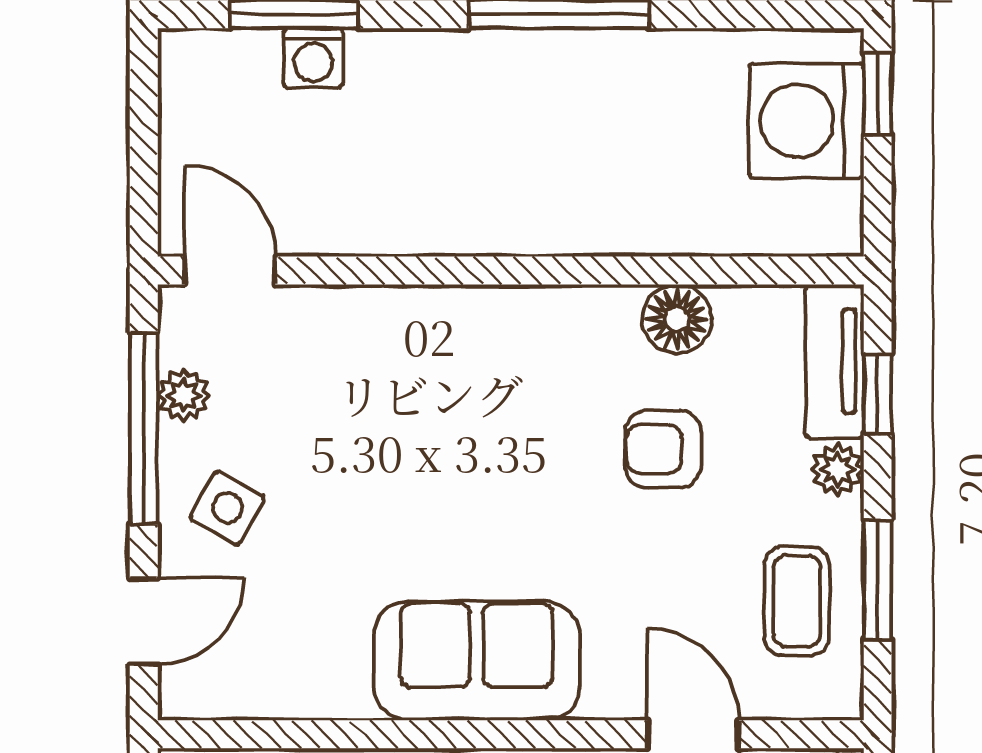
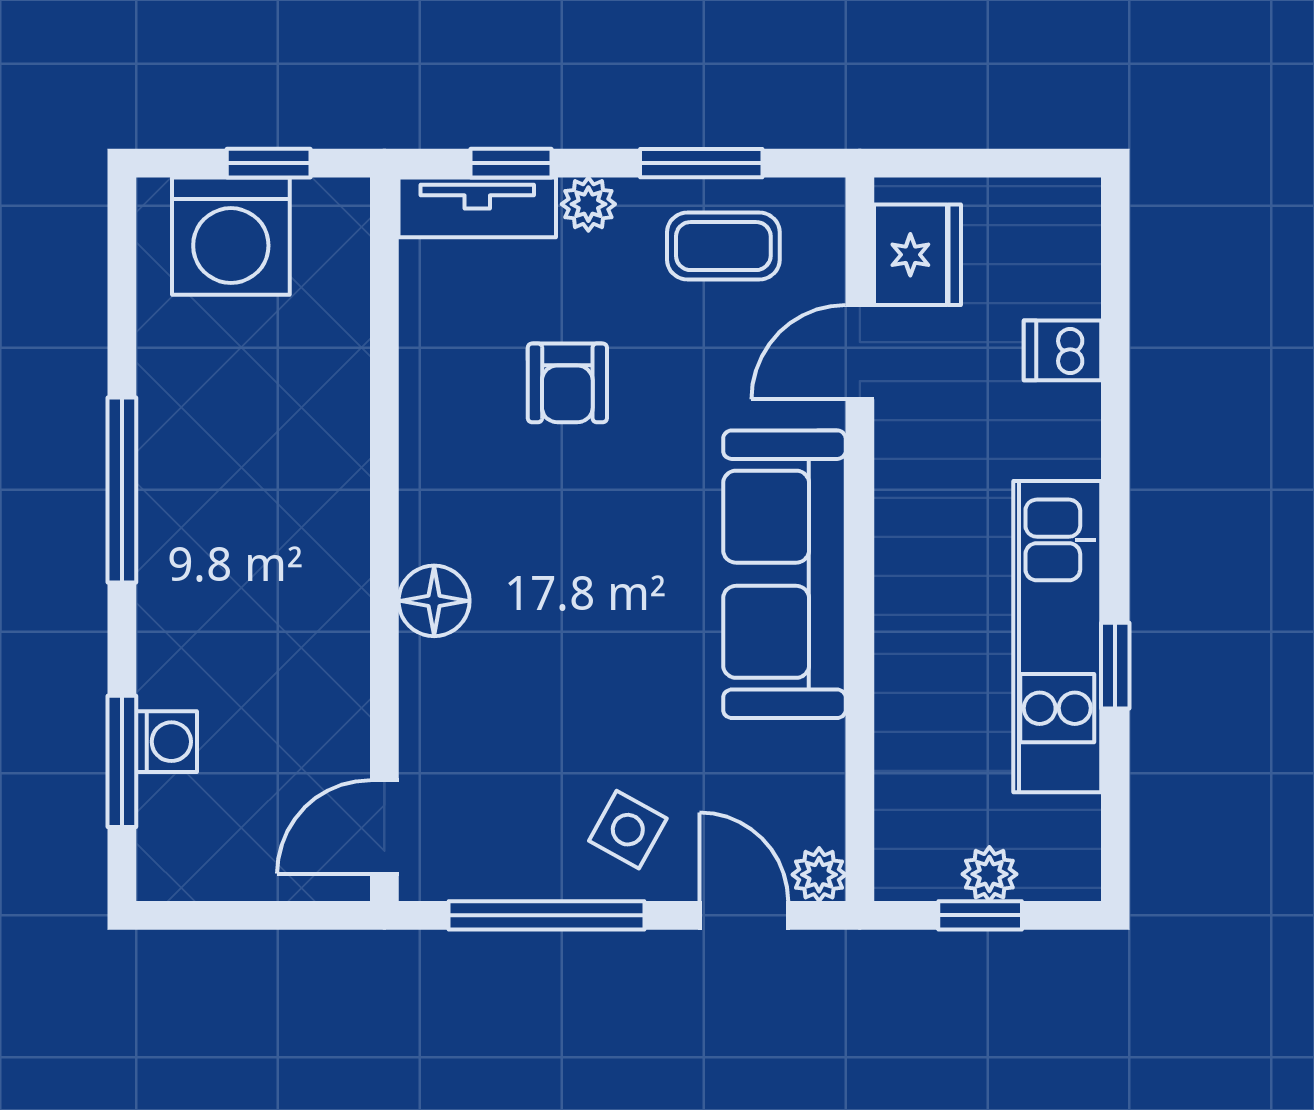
window: (878, 94) -> (269, 163), moved
floor lamp: (677, 319) -> (434, 601), moved
plant: (184, 395) -> (819, 875), moved
sofa: (477, 661) -> (784, 574), width x1.36

